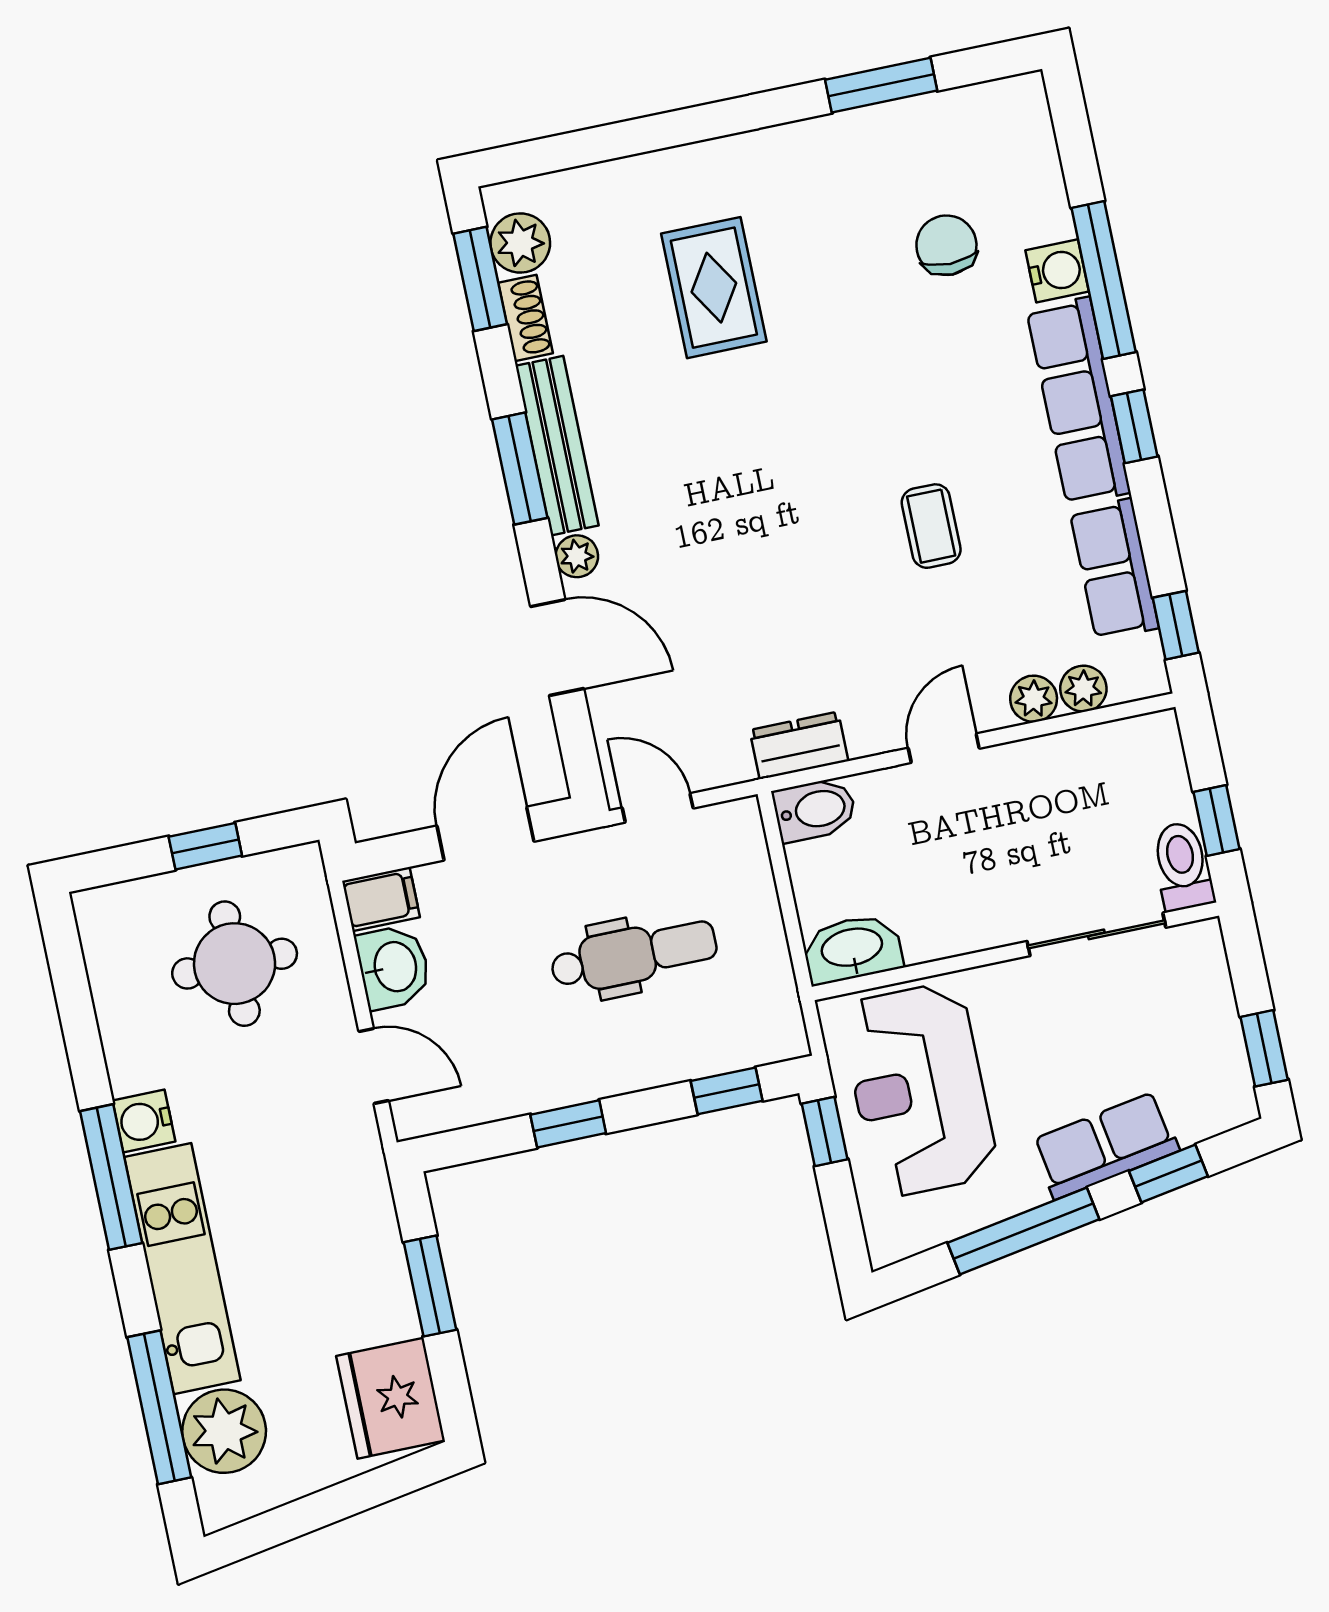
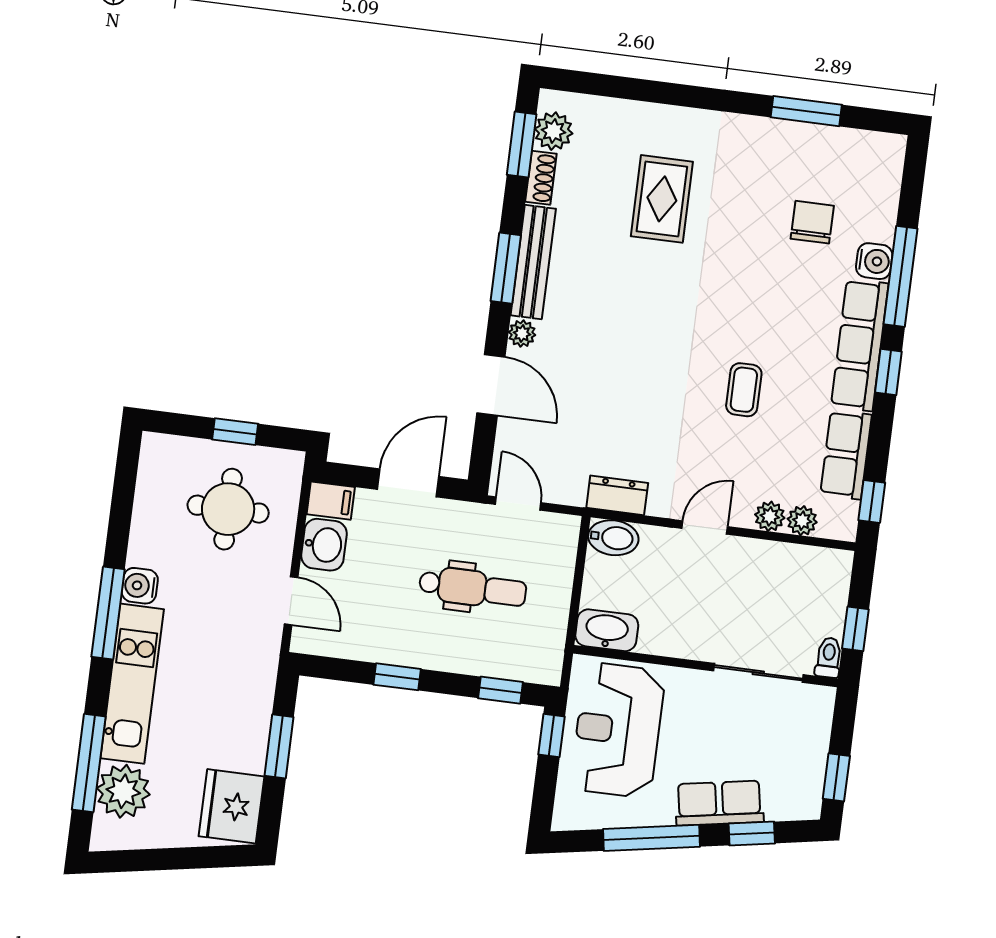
toilet: (1182, 866) -> (829, 658), width x0.73, depth x0.72

